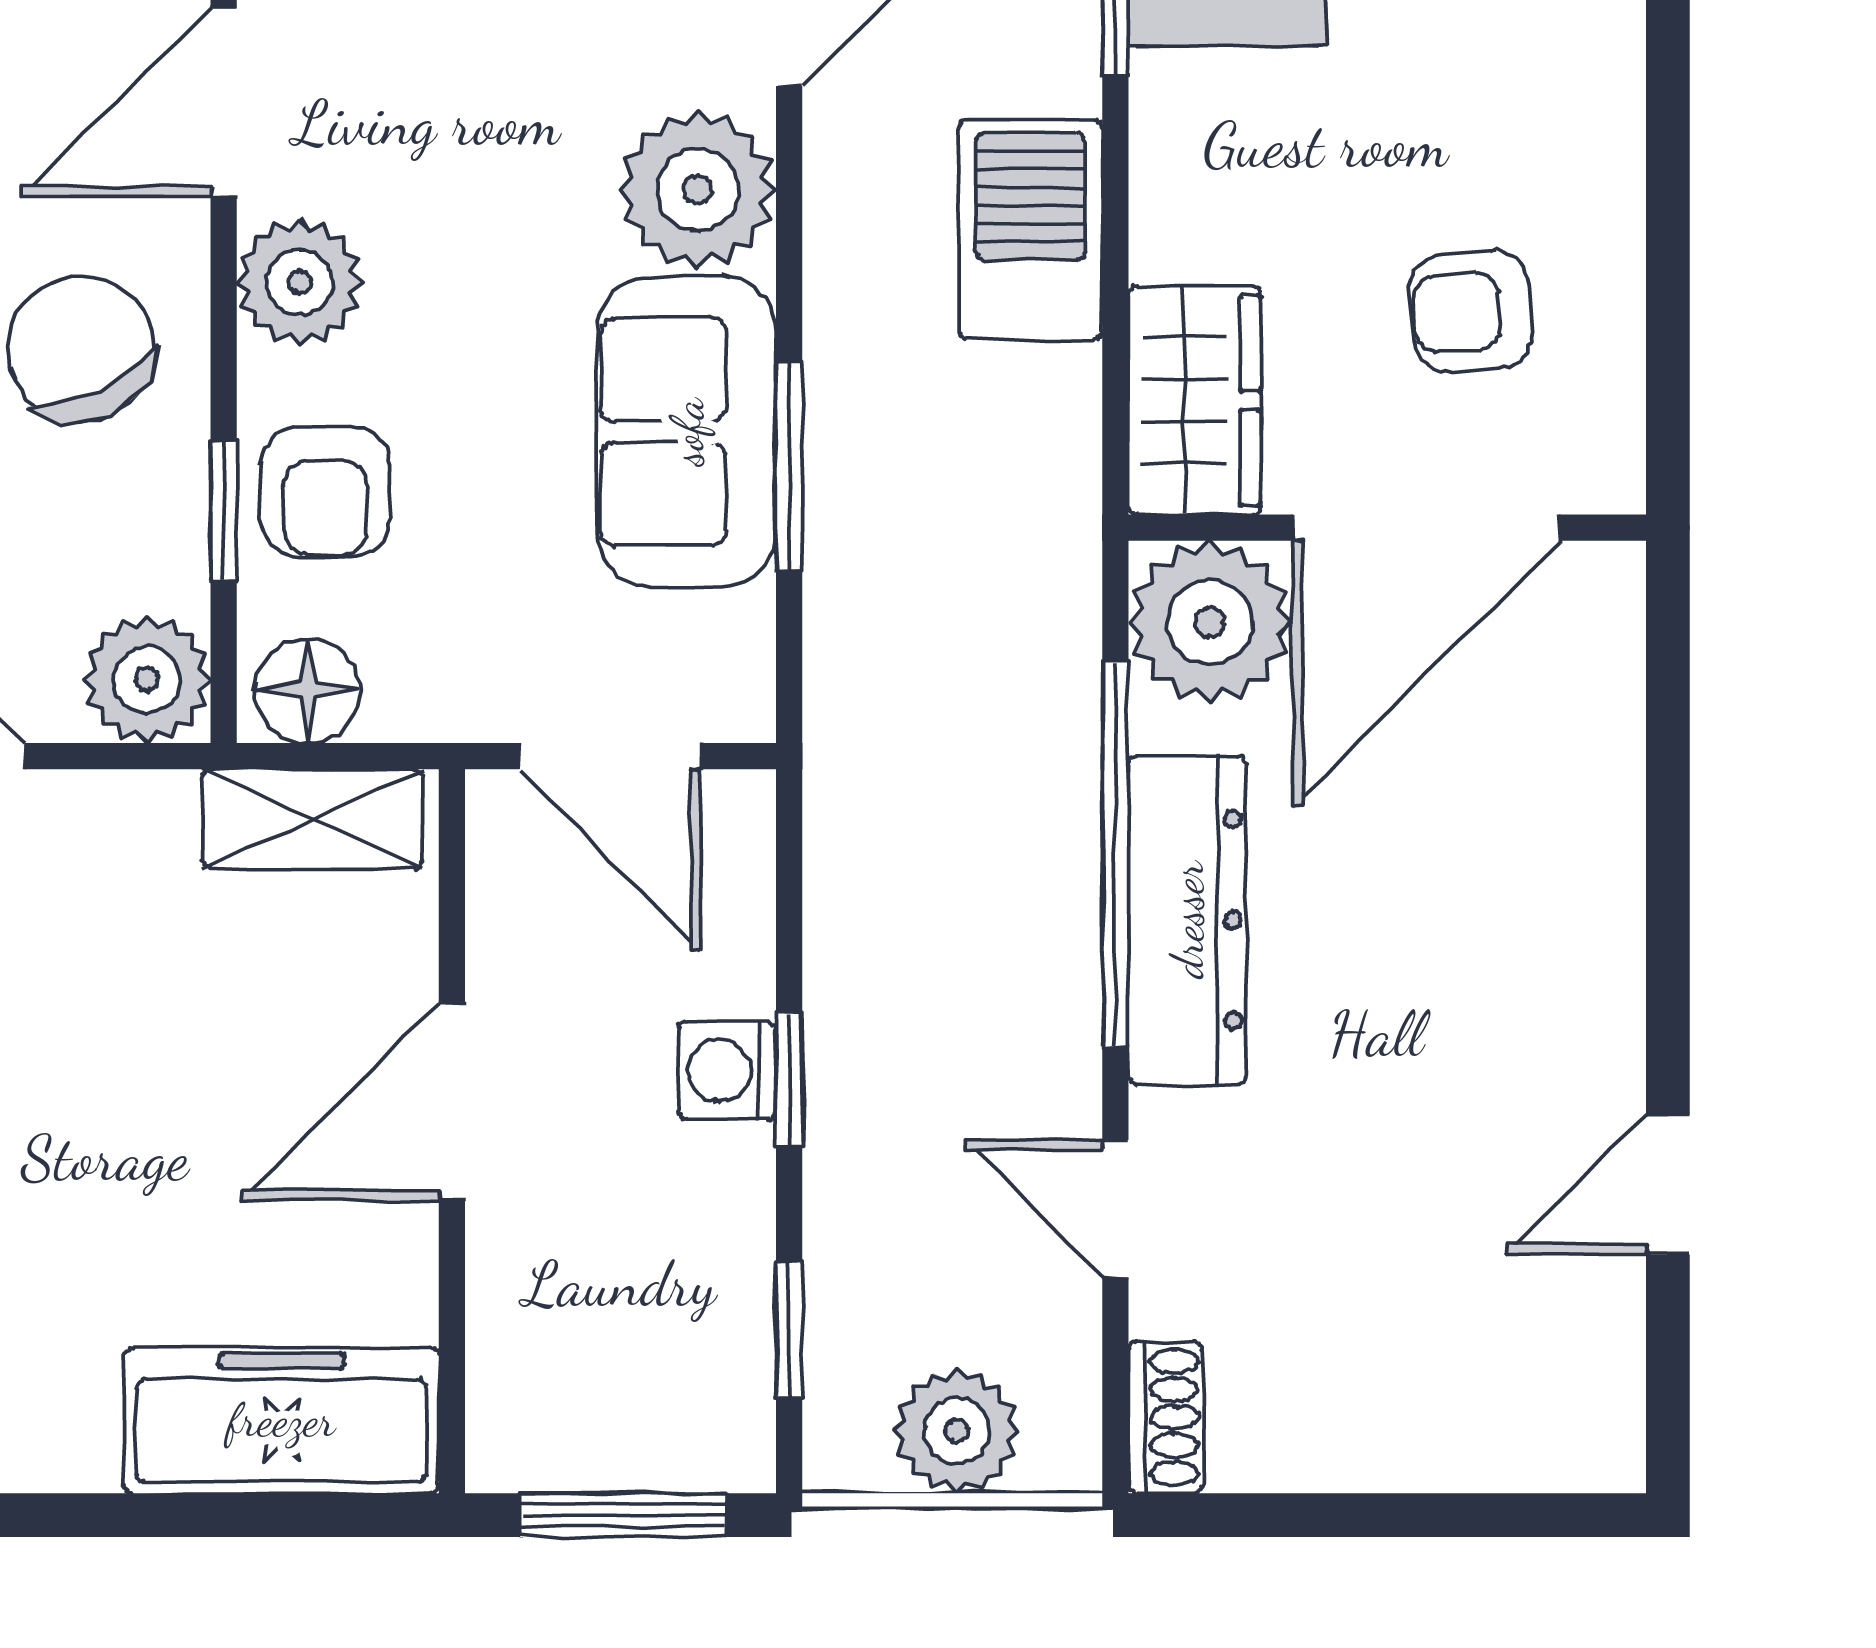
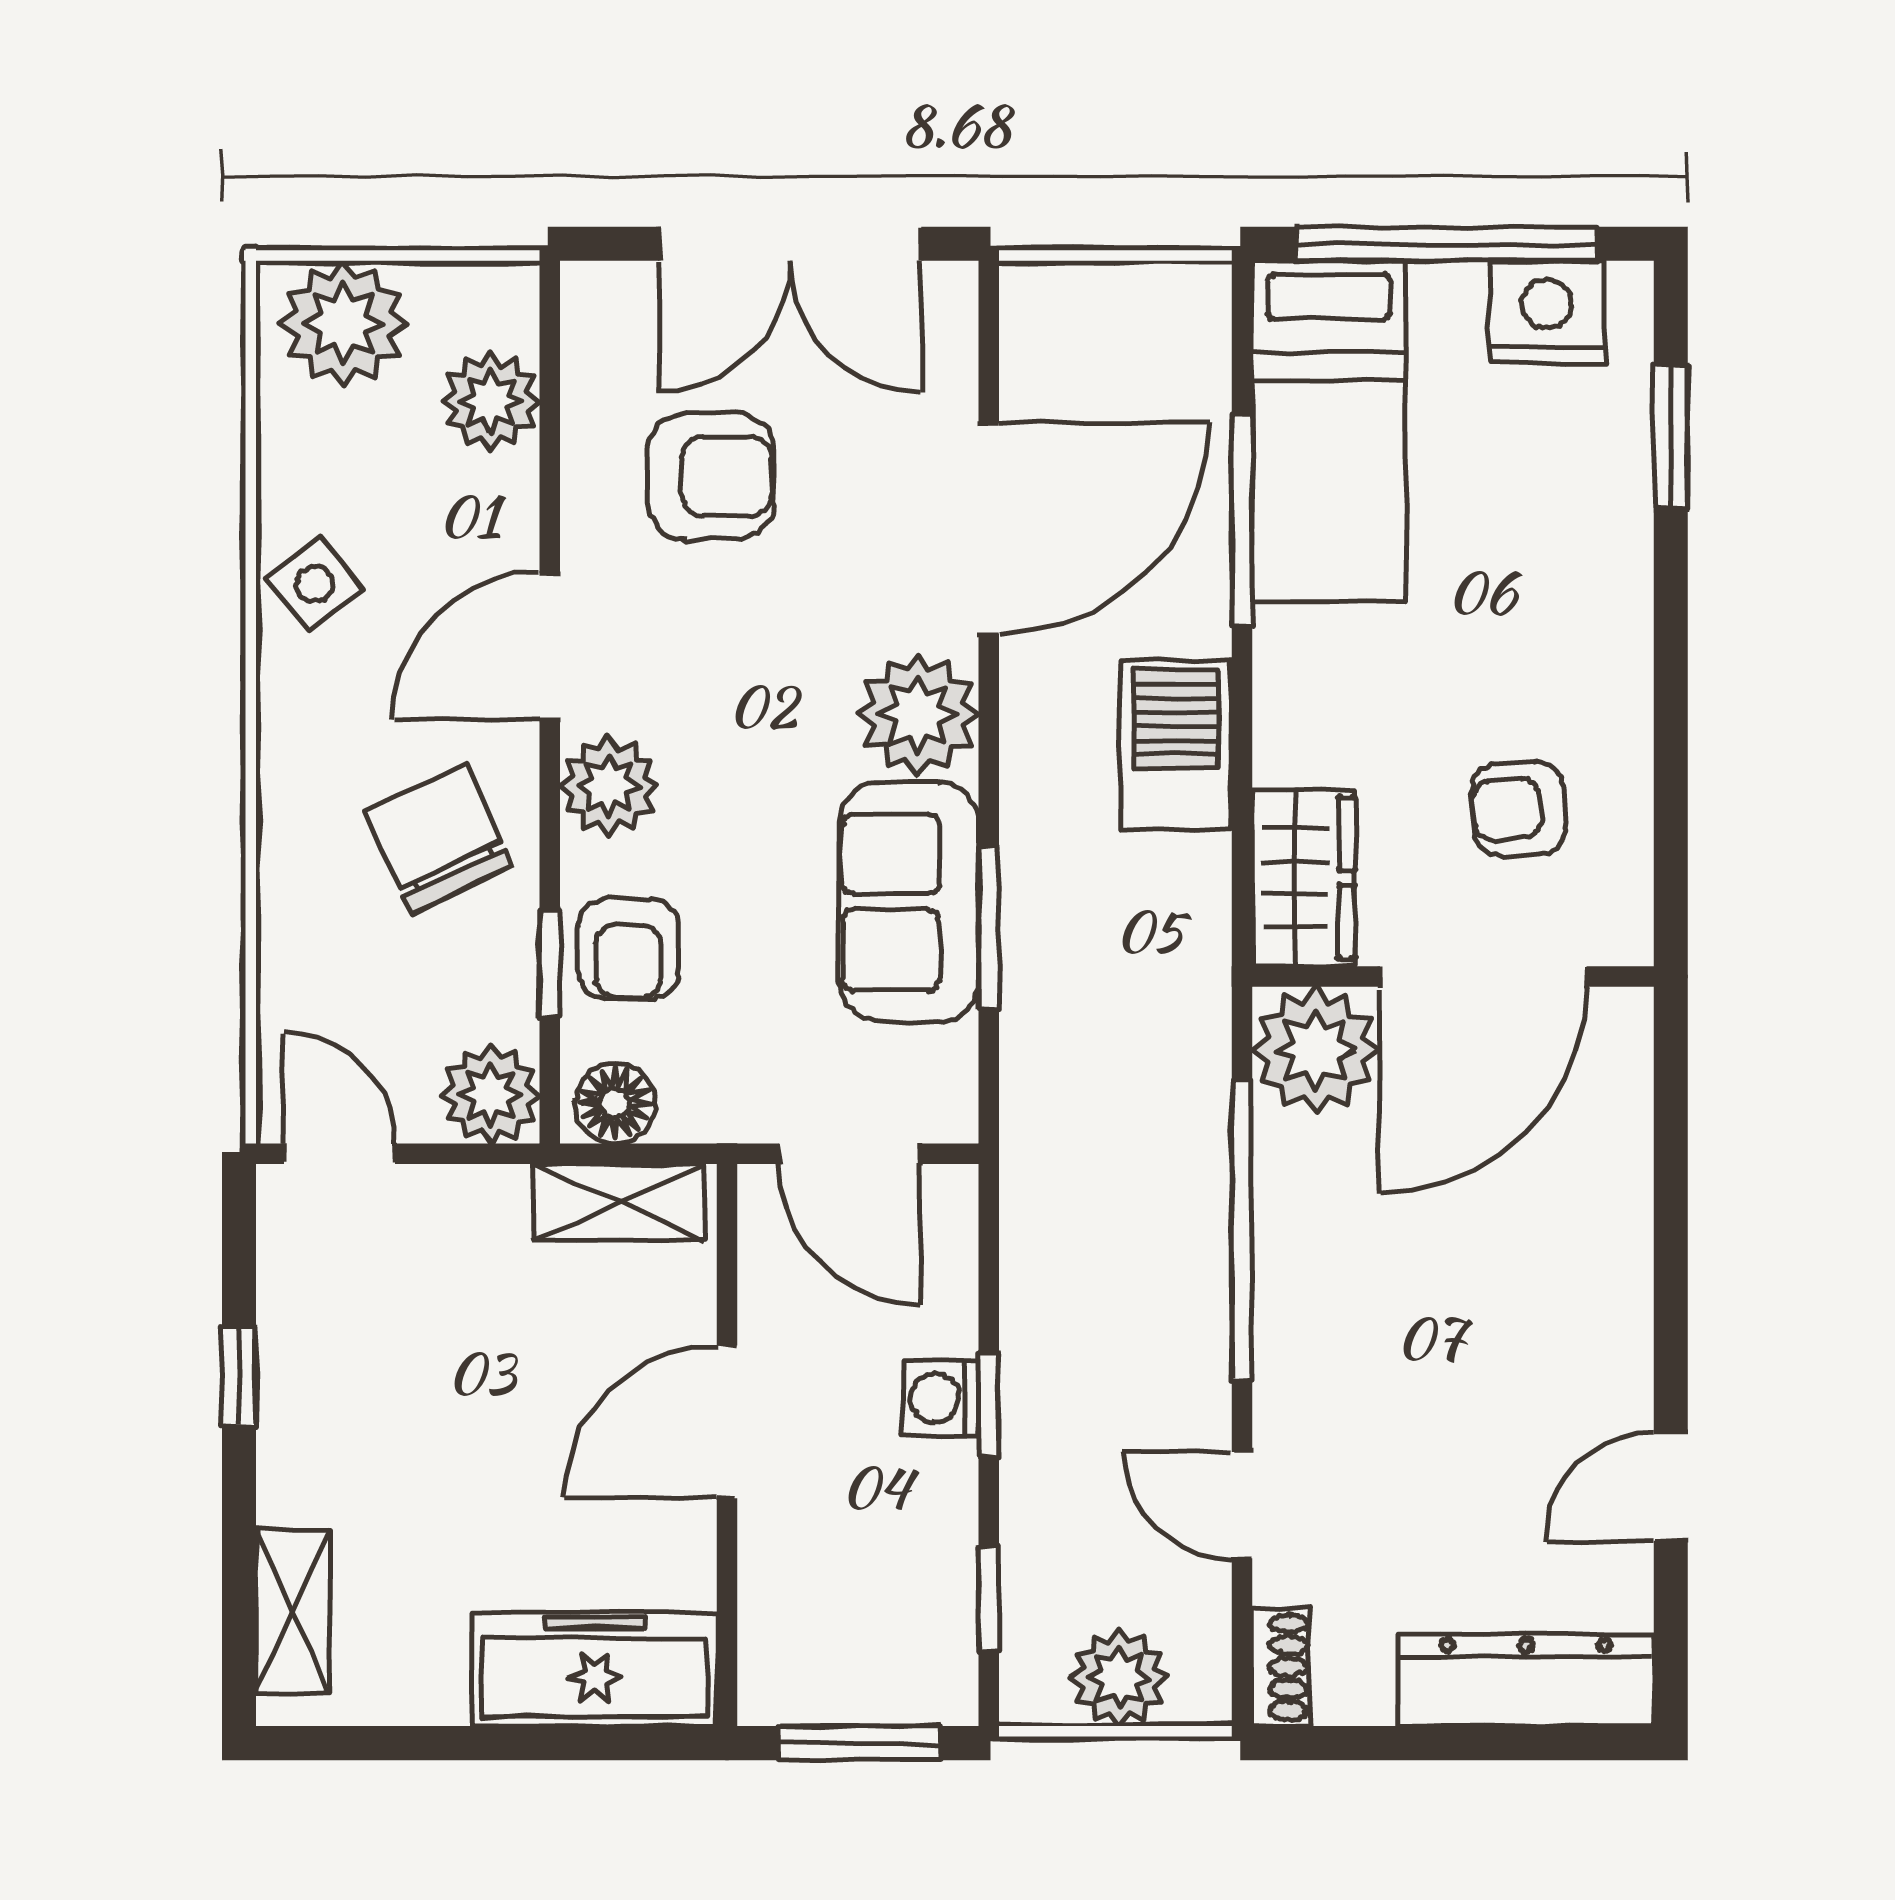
dresser: (1187, 920) -> (1526, 1681), moved, turned -90

